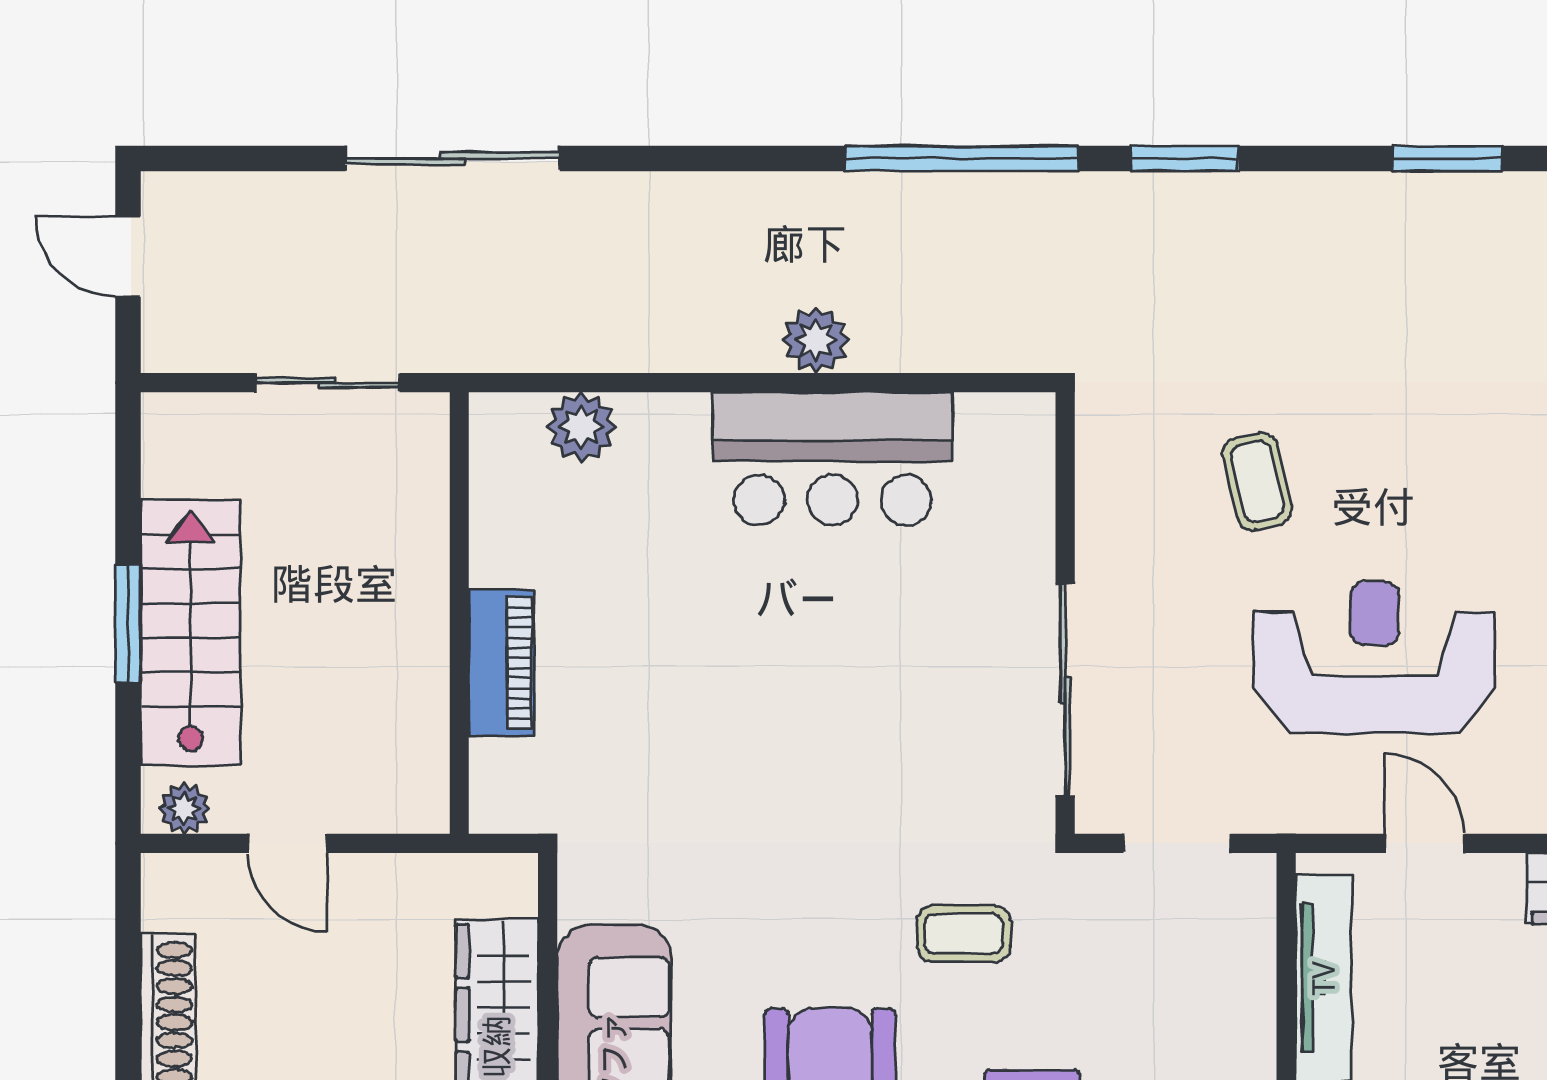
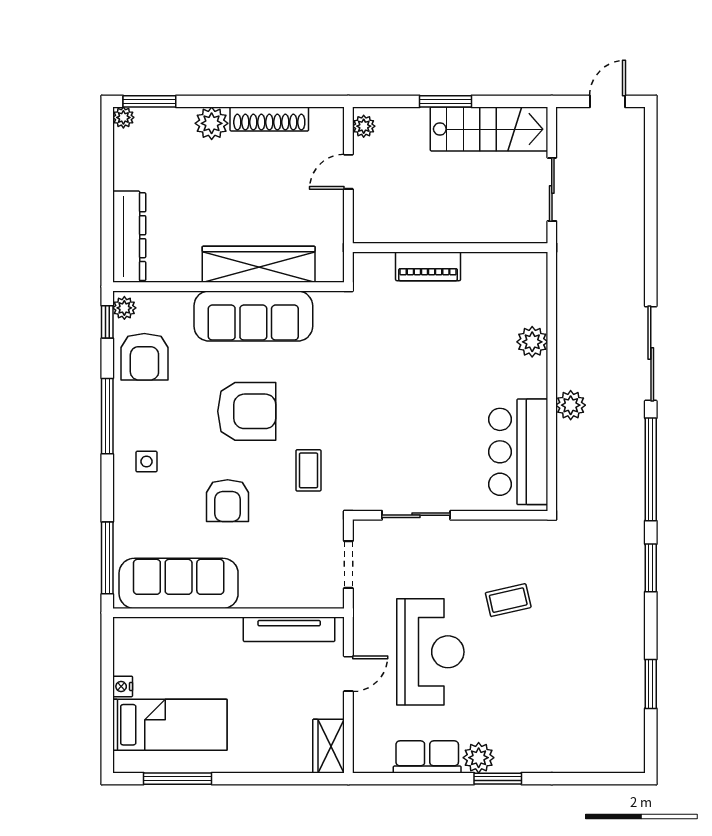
sliding door: (453, 159) -> (651, 354), moved
plant: (581, 427) -> (532, 342), moved
bar counter: (833, 459) -> (518, 452), moved
stairs: (191, 632) -> (489, 129), moved
sliding door: (1065, 690) -> (416, 515), width x0.73

